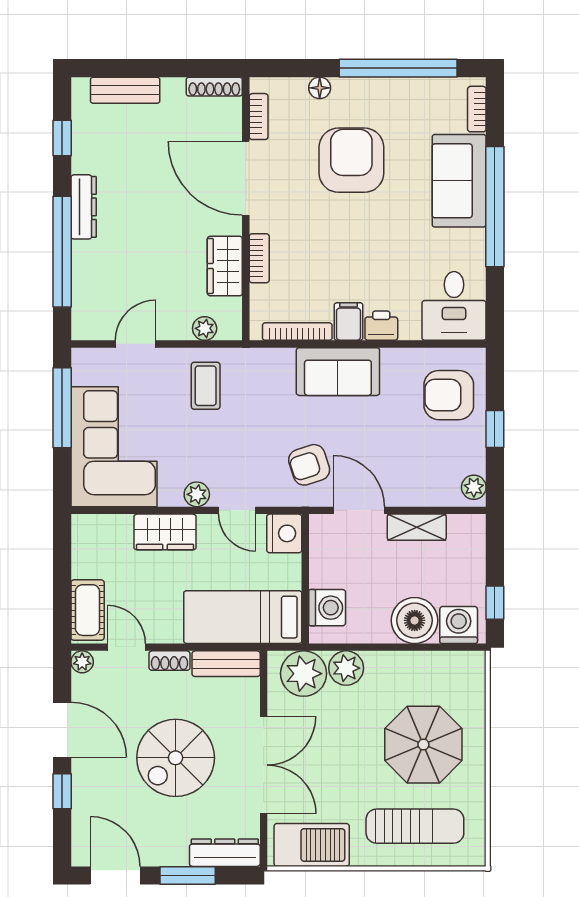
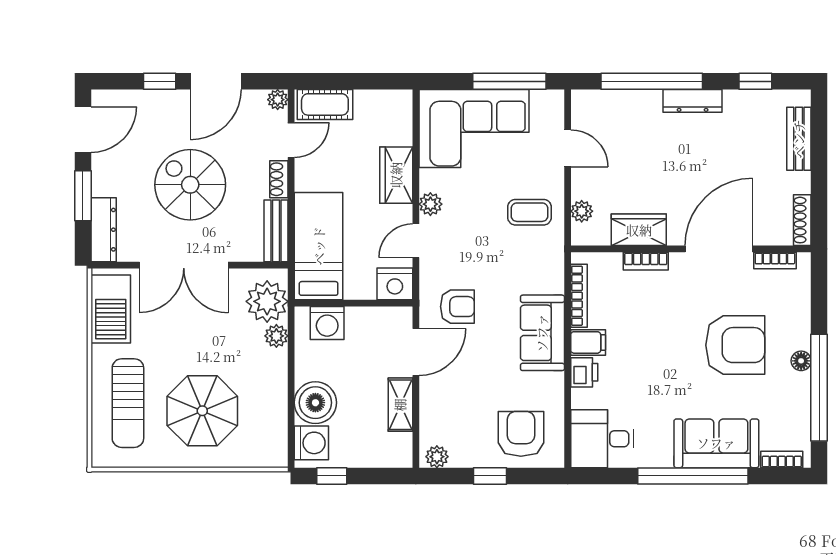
floor lamp: (320, 88) -> (801, 361), moved
armchair: (309, 465) -> (457, 307), turned 108
plant: (346, 668) -> (276, 336), width x0.73, depth x0.73

